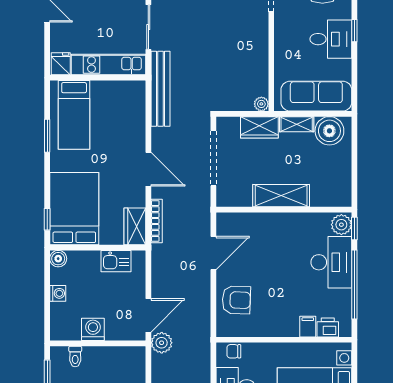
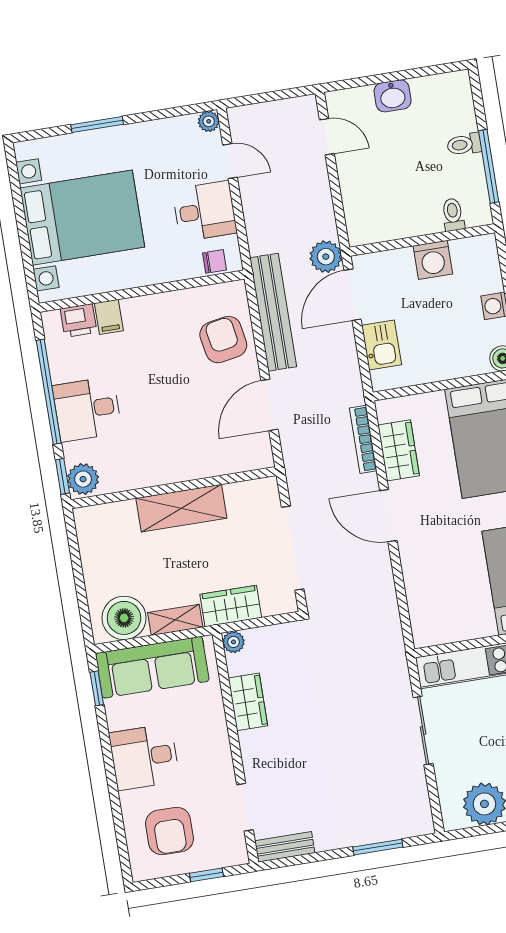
window: (354, 31) -> (97, 688), moved
wardrobe: (258, 64) -> (248, 702), added
bench: (160, 89) -> (273, 312), moved
wardrobe: (135, 226) -> (399, 450), moved
kitchen sink: (116, 261) -> (382, 345), moved, turned 90
desk: (331, 262) -> (87, 409), width x0.73
armchair: (236, 300) -> (223, 340), turned 78

